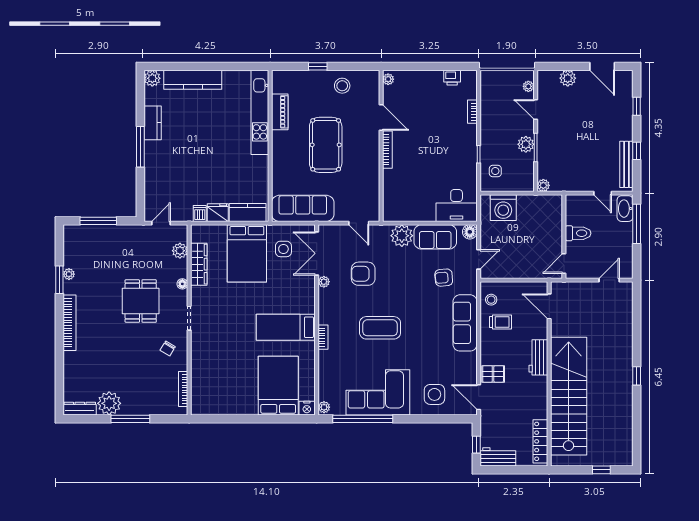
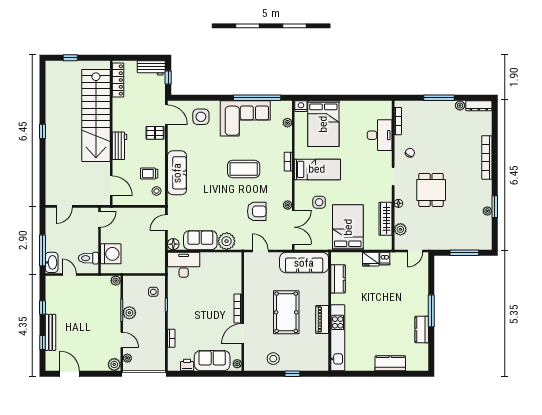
plant: (152, 78) -> (422, 364), removed
plant: (568, 78) -> (114, 364), moved
kitchen counter: (193, 80) -> (390, 363), width x0.67
sofa: (420, 83) -> (212, 361), added
piano: (280, 112) -> (322, 319), moved
door: (381, 117) -> (243, 334), hinge flipped
bench: (626, 164) -> (51, 332), moved
washing machine: (503, 208) -> (111, 254), moved, turned 90
kitchen counter: (248, 212) -> (338, 279), moved, turned -90
toilet: (578, 233) -> (88, 258), moved
side table: (283, 249) -> (319, 202), moved
armchair: (444, 278) -> (194, 208), removed
bookcase: (70, 323) -> (487, 157), moved
desk: (206, 371) -> (380, 135), added
plant: (109, 403) -> (460, 106), width x0.53, depth x0.53
plant: (324, 407) -> (287, 123), moved

